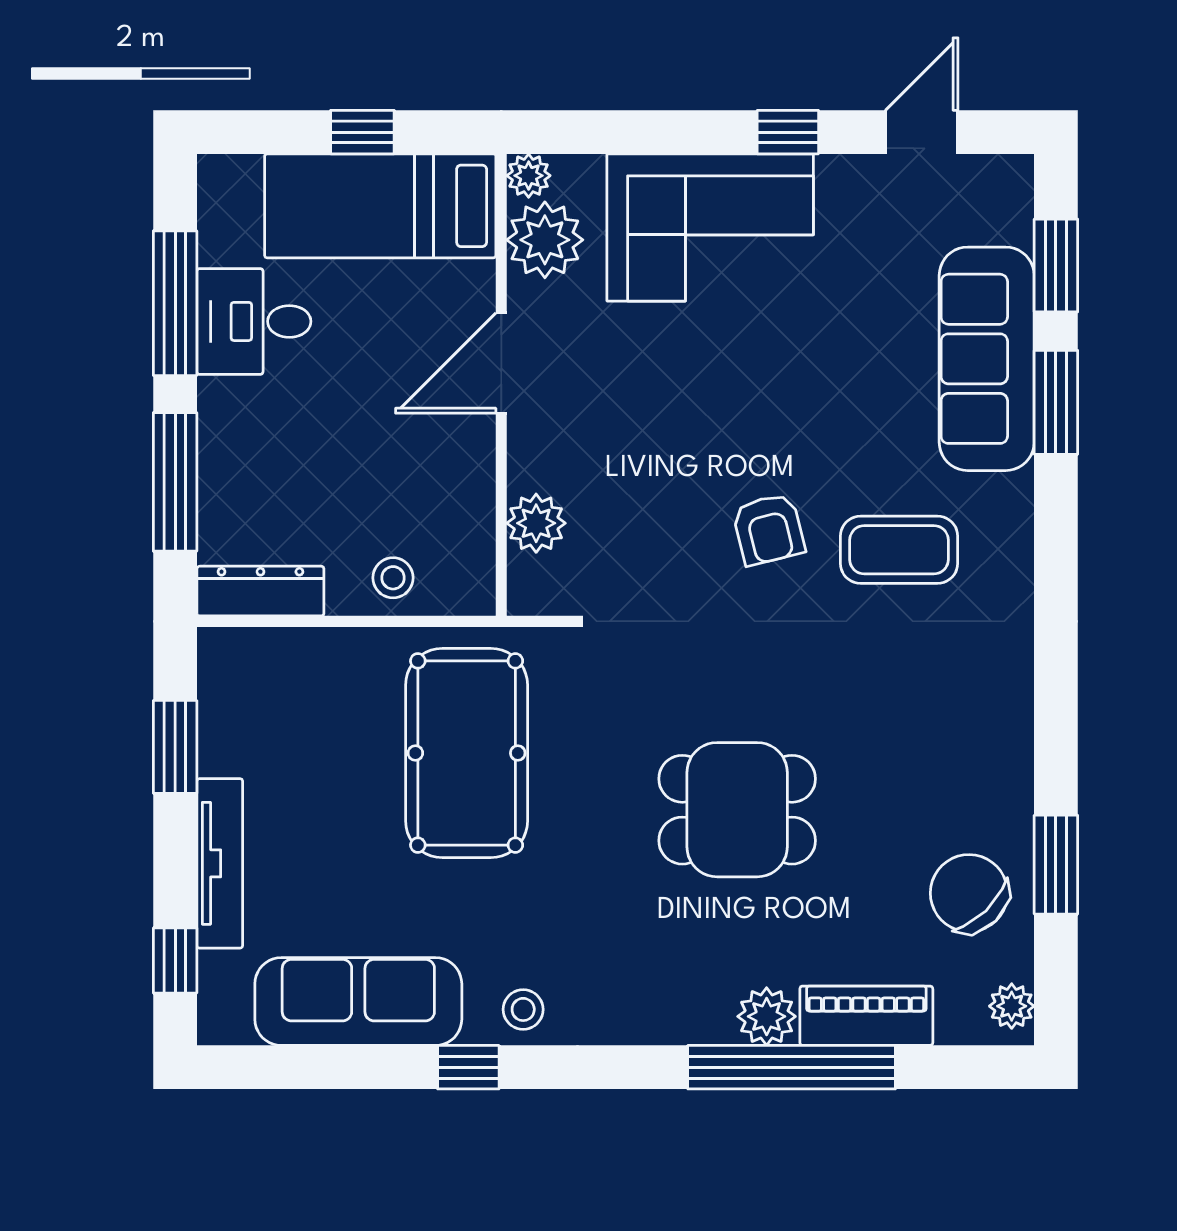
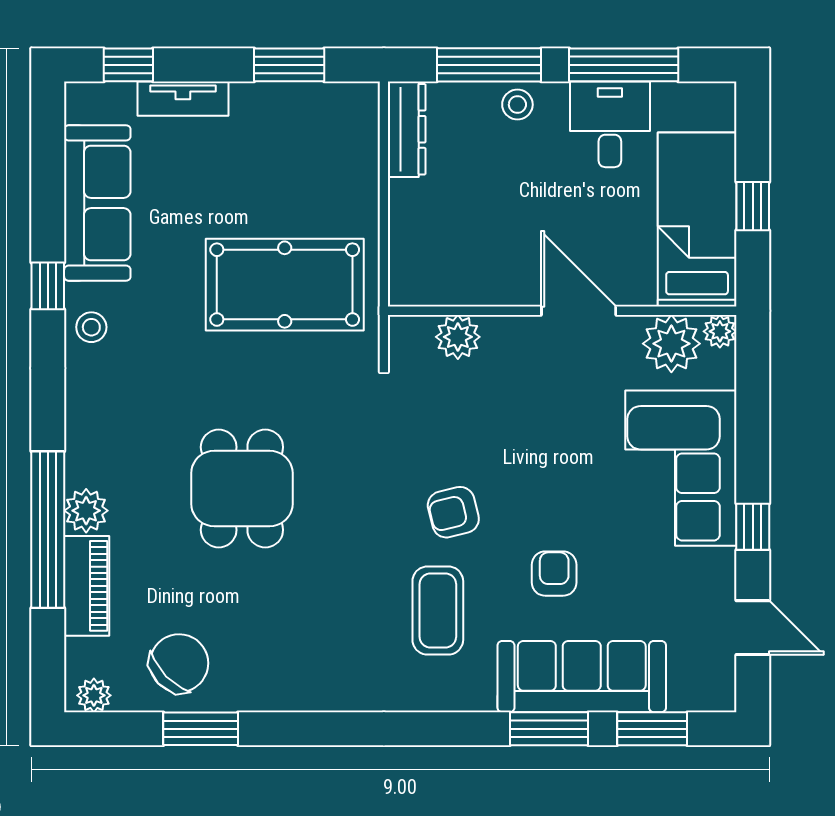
armchair: (850, 395) -> (554, 574), added
stool: (393, 578) -> (517, 105), moved
tv unit: (220, 863) -> (183, 99), width x0.71

